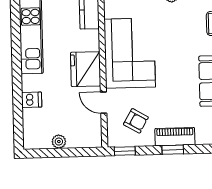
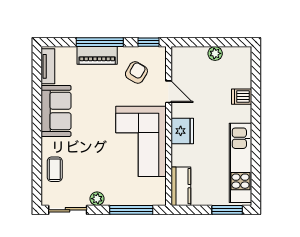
fridge: (86, 69) -> (182, 131), width x0.73, depth x0.75
armchair: (136, 121) -> (136, 72), turned 90
window: (173, 150) -> (100, 42), width x2.17

